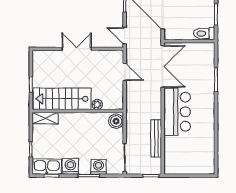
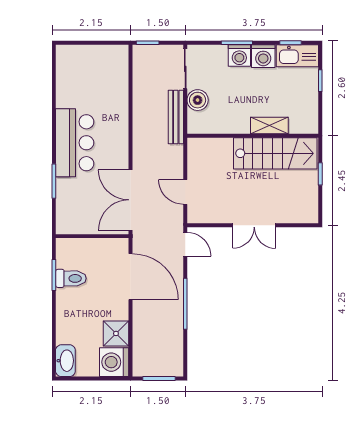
toilet: (204, 34) -> (71, 278), moved
plant: (97, 105) -> (225, 145), removed
bar counter: (177, 112) -> (75, 143), moved, turned 180
shelving: (45, 118) -> (269, 126), moved
boiler: (116, 121) -> (198, 100), moved
bench: (156, 138) -> (176, 117), moved
washing machine: (99, 167) -> (239, 55), moved

